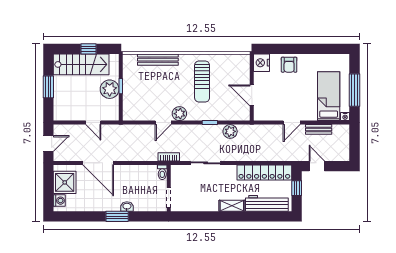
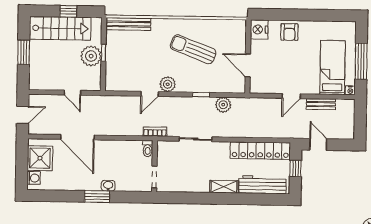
bench: (158, 60) -> (128, 24), moved
sun lounger: (202, 82) -> (193, 49), turned 111

